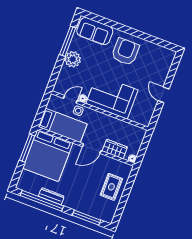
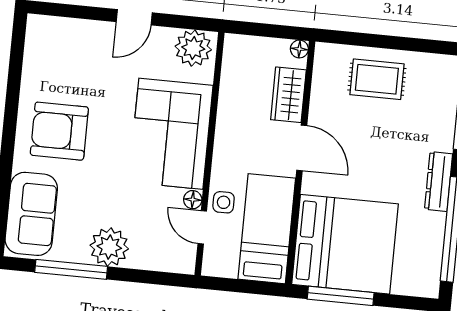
plant: (144, 115) -> (193, 48), added
dresser: (51, 196) -> (439, 182), moved

